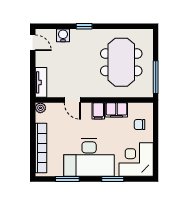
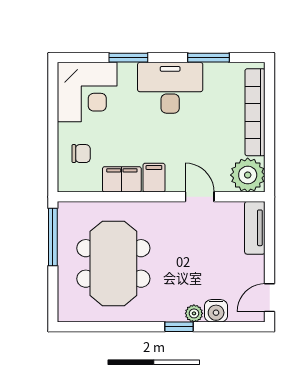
plant: (76, 34) -> (194, 313), added
door: (33, 43) -> (270, 298), hinge flipped
plant: (40, 108) -> (248, 175), width x1.87, depth x1.87
desk: (89, 158) -> (170, 88), width x0.73, depth x0.77

